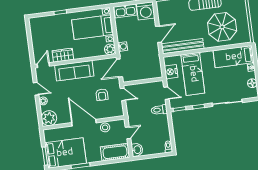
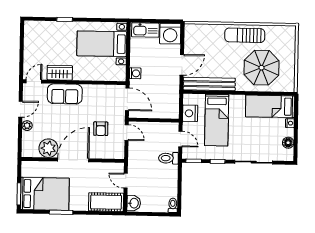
plant: (110, 49) -> (119, 74), removed
door: (119, 68) -> (127, 99), swing flipped
sofa: (74, 71) -> (65, 94), width x0.73
door: (36, 89) -> (21, 109), hinge flipped
plant: (49, 118) -> (48, 148), moved
door: (84, 123) -> (73, 160), hinge flipped
stool: (105, 127) -> (98, 170), removed
door: (128, 133) -> (126, 181), swing flipped

